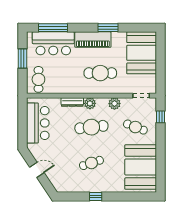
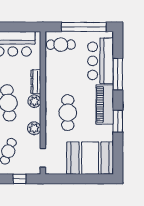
window: (53, 28) -> (118, 74), moved
window: (22, 58) -> (84, 27), width x2.11

